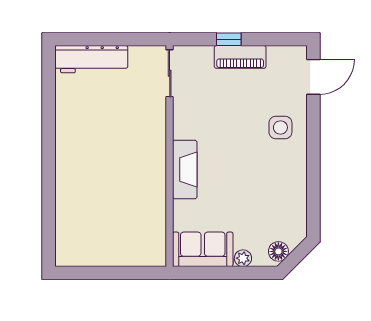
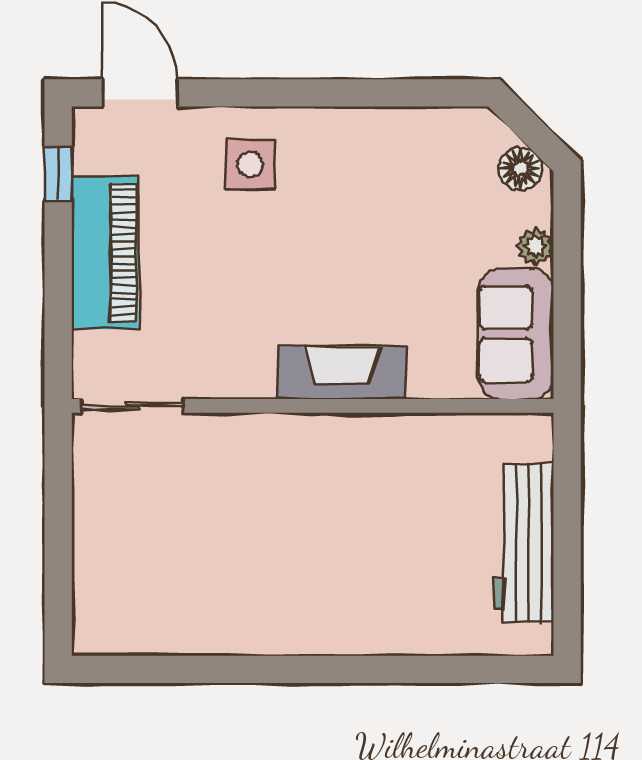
window: (229, 39) -> (58, 173), moved
piano: (240, 57) -> (105, 252), width x1.37, depth x1.33
workbench: (91, 59) -> (524, 542), moved, turned 180

